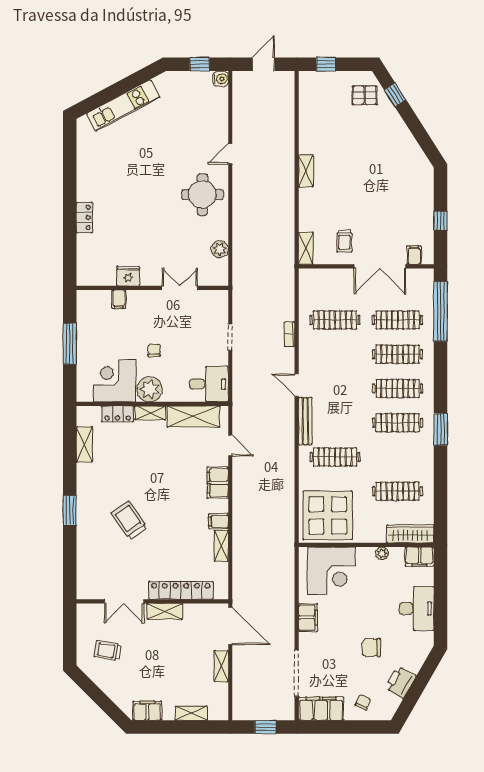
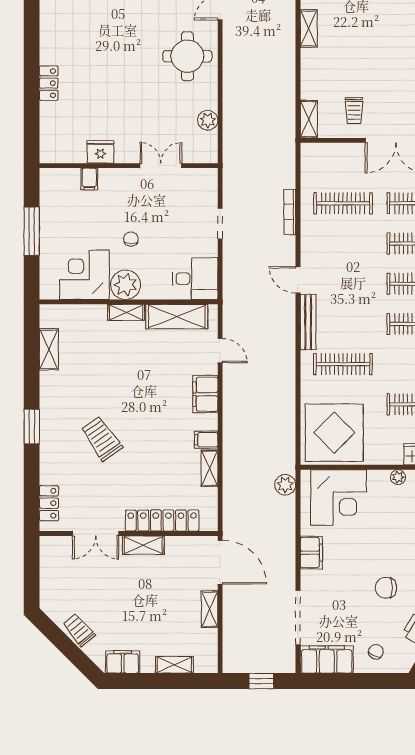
bookcase: (290, 334) -> (290, 212), width x1.56
locker: (118, 414) -> (49, 503), moved, turned -90
plant: (286, 560) -> (285, 485), added
trolley: (108, 650) -> (79, 630), moved, turned 40

